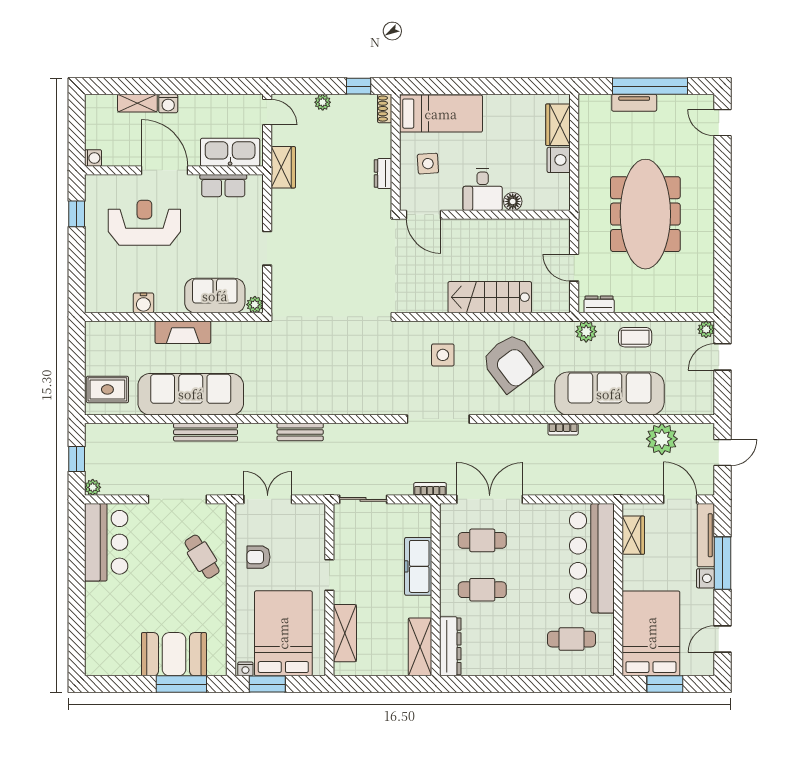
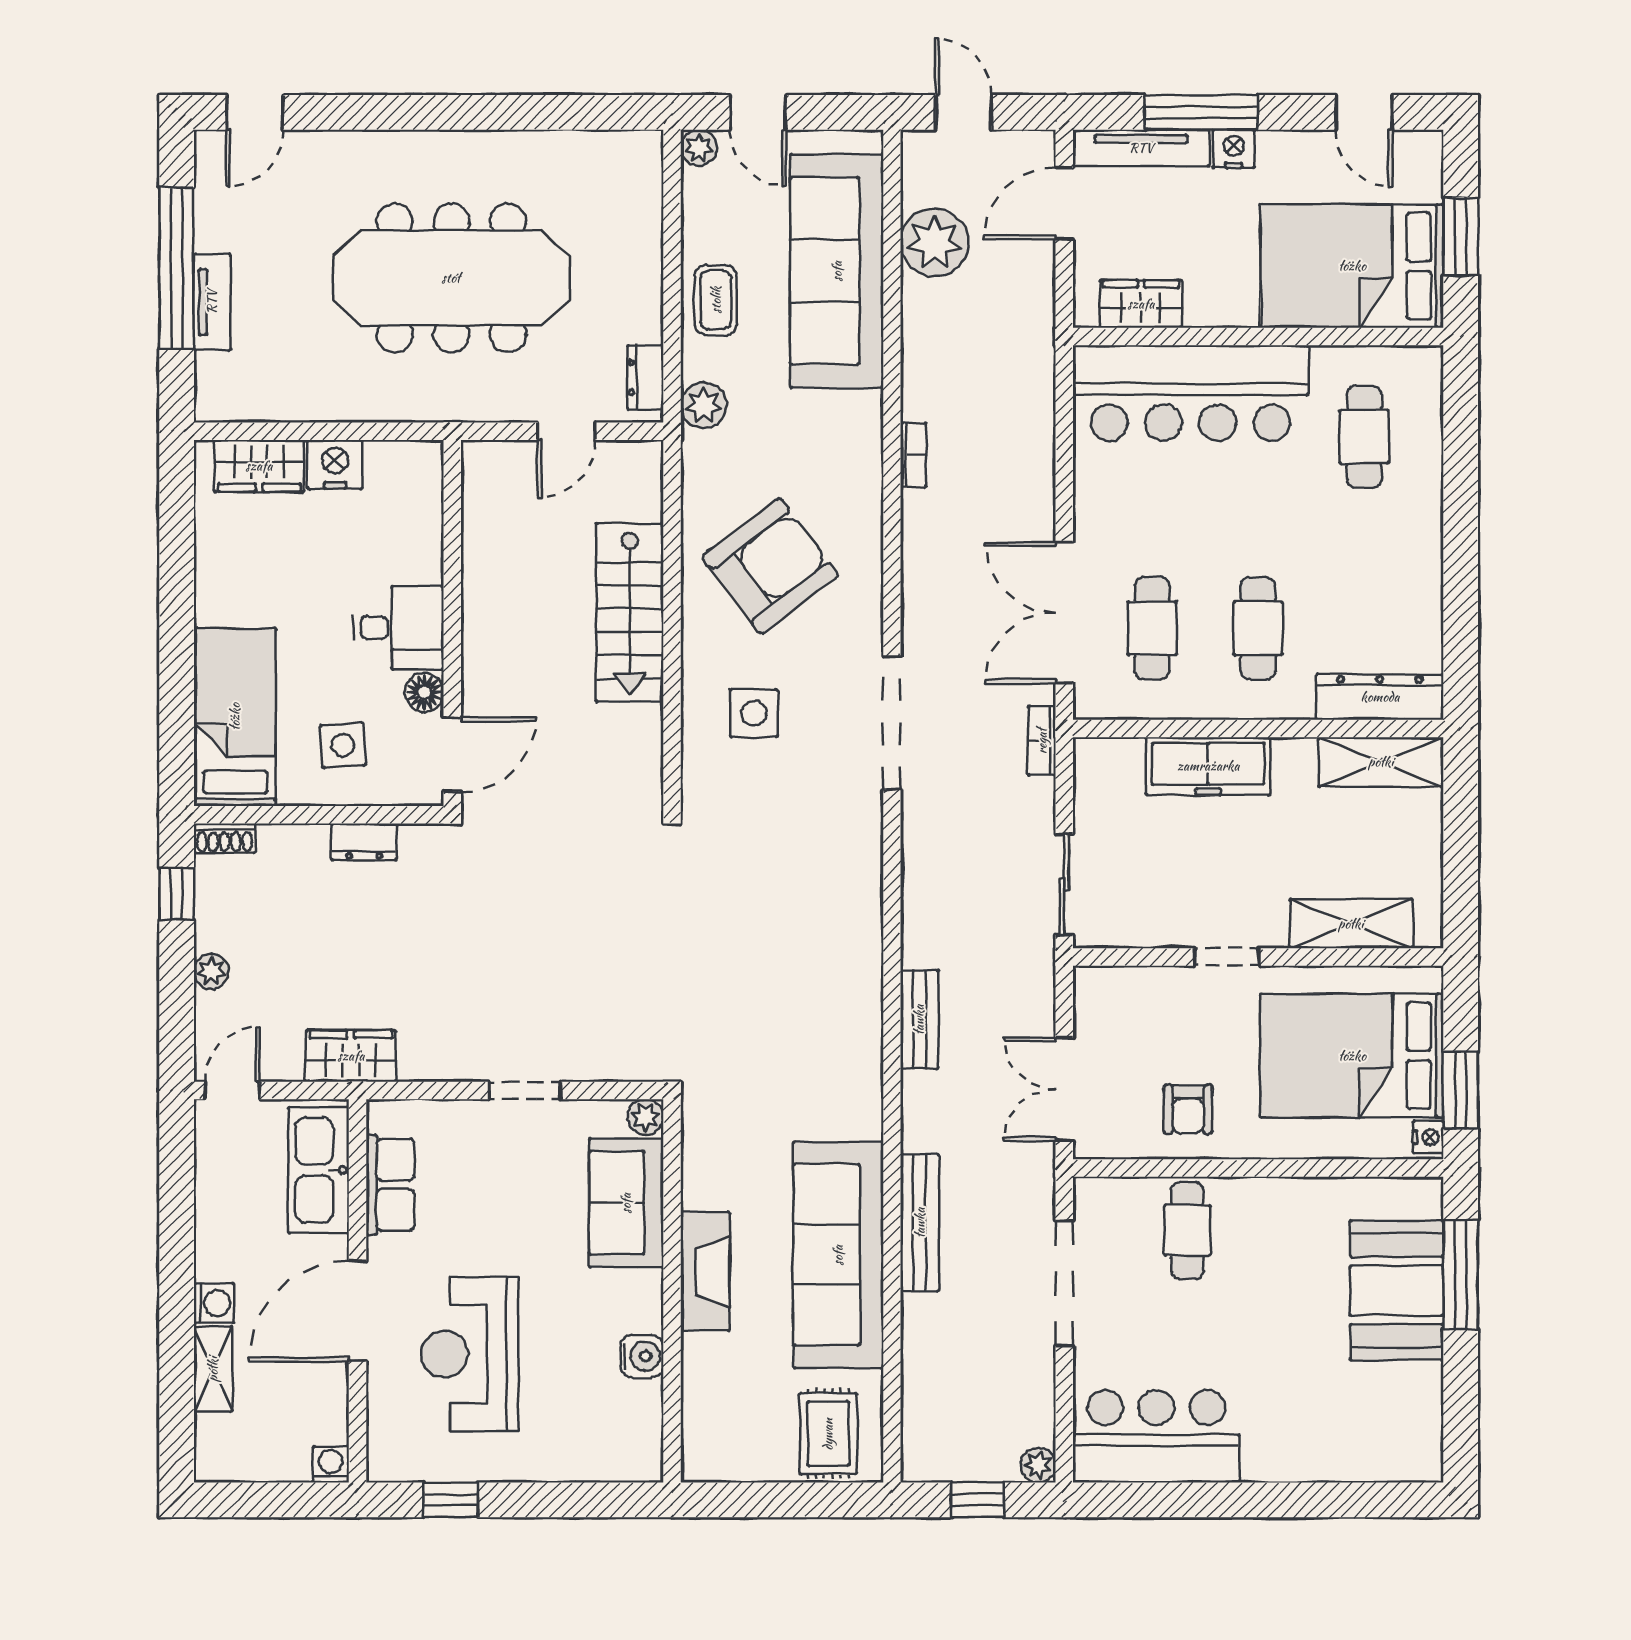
floor lamp: (513, 201) -> (424, 692), moved
sofa: (609, 394) -> (837, 271), moved
cafe table: (202, 557) -> (1187, 1230), turned -58

